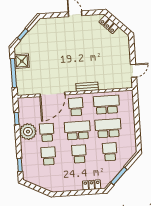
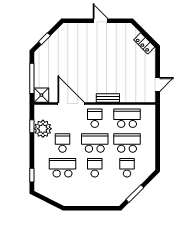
locker: (109, 24) -> (144, 43), moved
shower: (22, 61) -> (41, 95), moved
door: (52, 94) -> (71, 104), swing flipped
plant: (28, 132) -> (43, 129), moved
school desk: (48, 156) -> (62, 168), width x1.85
locker: (92, 185) -> (106, 201), removed

